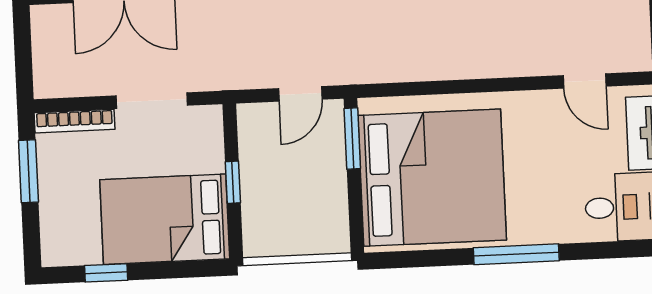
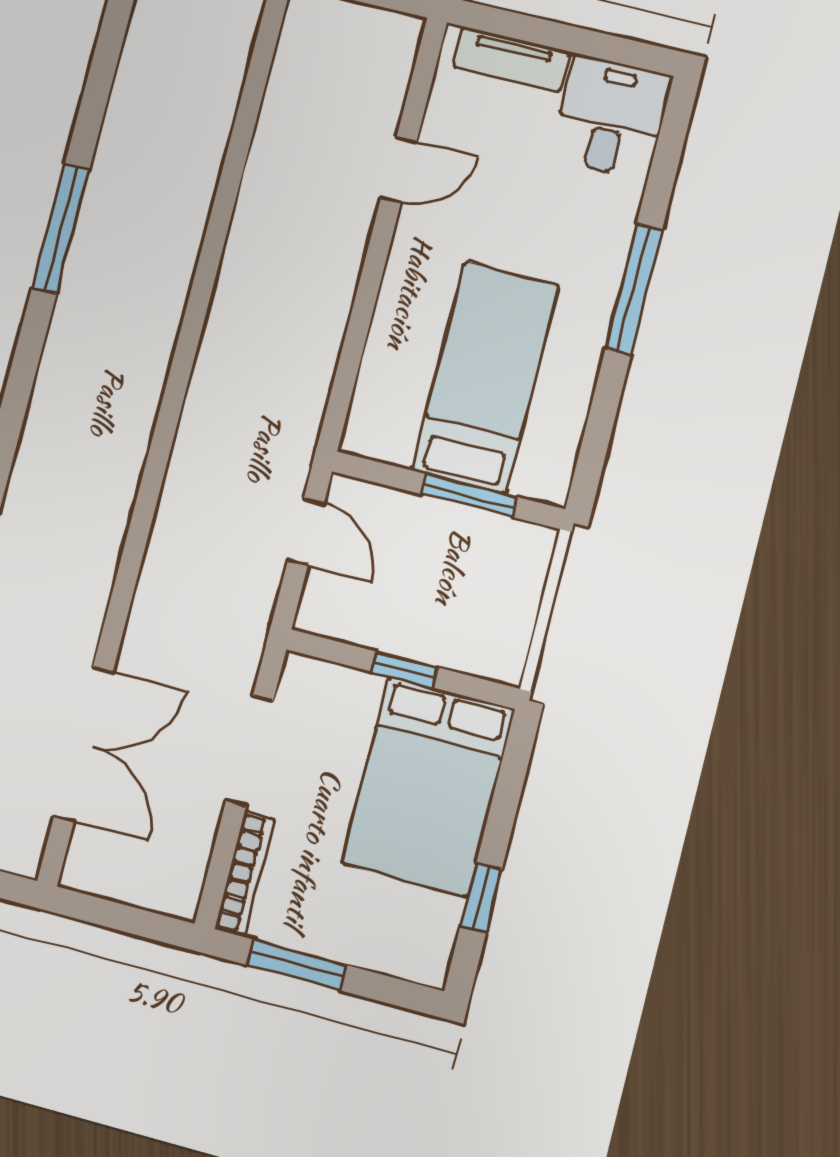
door: (585, 81) -> (399, 170), moved
window: (352, 138) -> (469, 496), moved
bed: (432, 178) -> (485, 378), width x0.49

